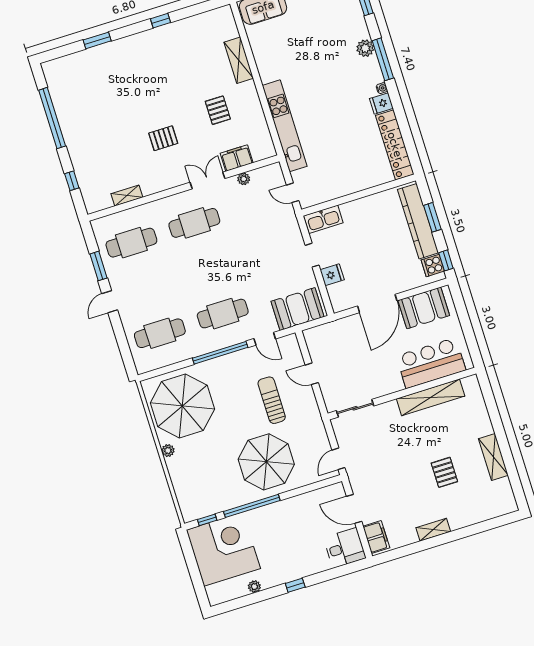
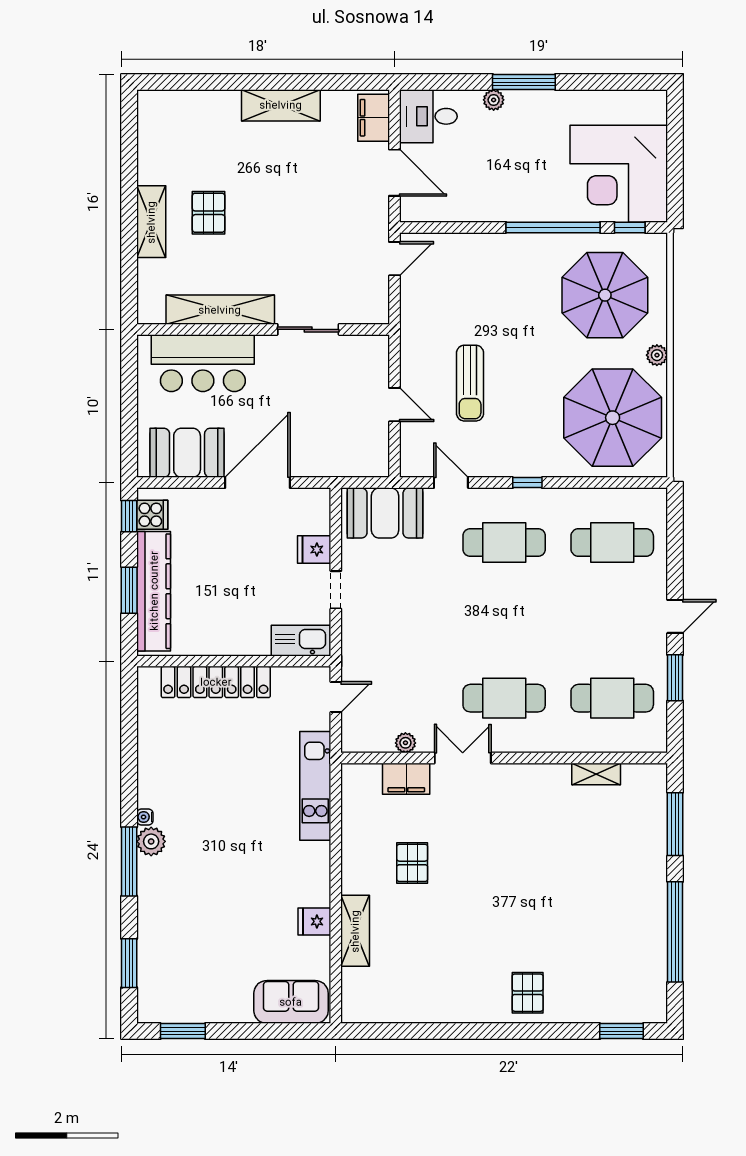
window: (161, 21) -> (458, 1031), removed
window: (97, 40) -> (622, 1031), moved
plant: (365, 48) -> (151, 841), moved
fridge: (381, 103) -> (314, 921), moved, turned 180
kitchen unit: (285, 126) -> (315, 786), width x0.73
pallet: (163, 138) -> (528, 993), moved, turned 90
locker: (395, 145) -> (216, 682), moved, turned 90
double door: (208, 180) -> (463, 758), swing flipped
window: (72, 181) -> (675, 824), width x2.17
door: (293, 193) -> (336, 697), hinge flipped
window: (220, 353) -> (527, 483), width x0.32
sliding door: (355, 408) -> (308, 329), moved
shelving: (493, 457) -> (151, 222), moved
parasol: (266, 462) -> (605, 295), moved
pallet: (444, 472) -> (209, 213), moved
shelving: (433, 530) -> (281, 105), width x1.50, depth x1.33
window: (295, 585) -> (524, 82), width x2.17
plant: (254, 587) -> (494, 100), moved

